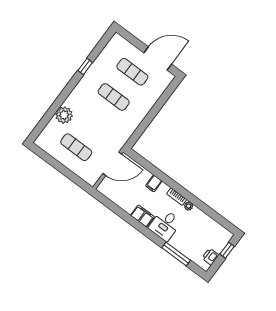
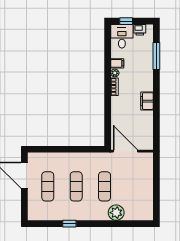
exercise mat: (76, 147) -> (105, 186), moved
filing cabinet: (154, 183) -> (117, 63), moved
desk: (165, 225) -> (122, 36), moved, turned -90

